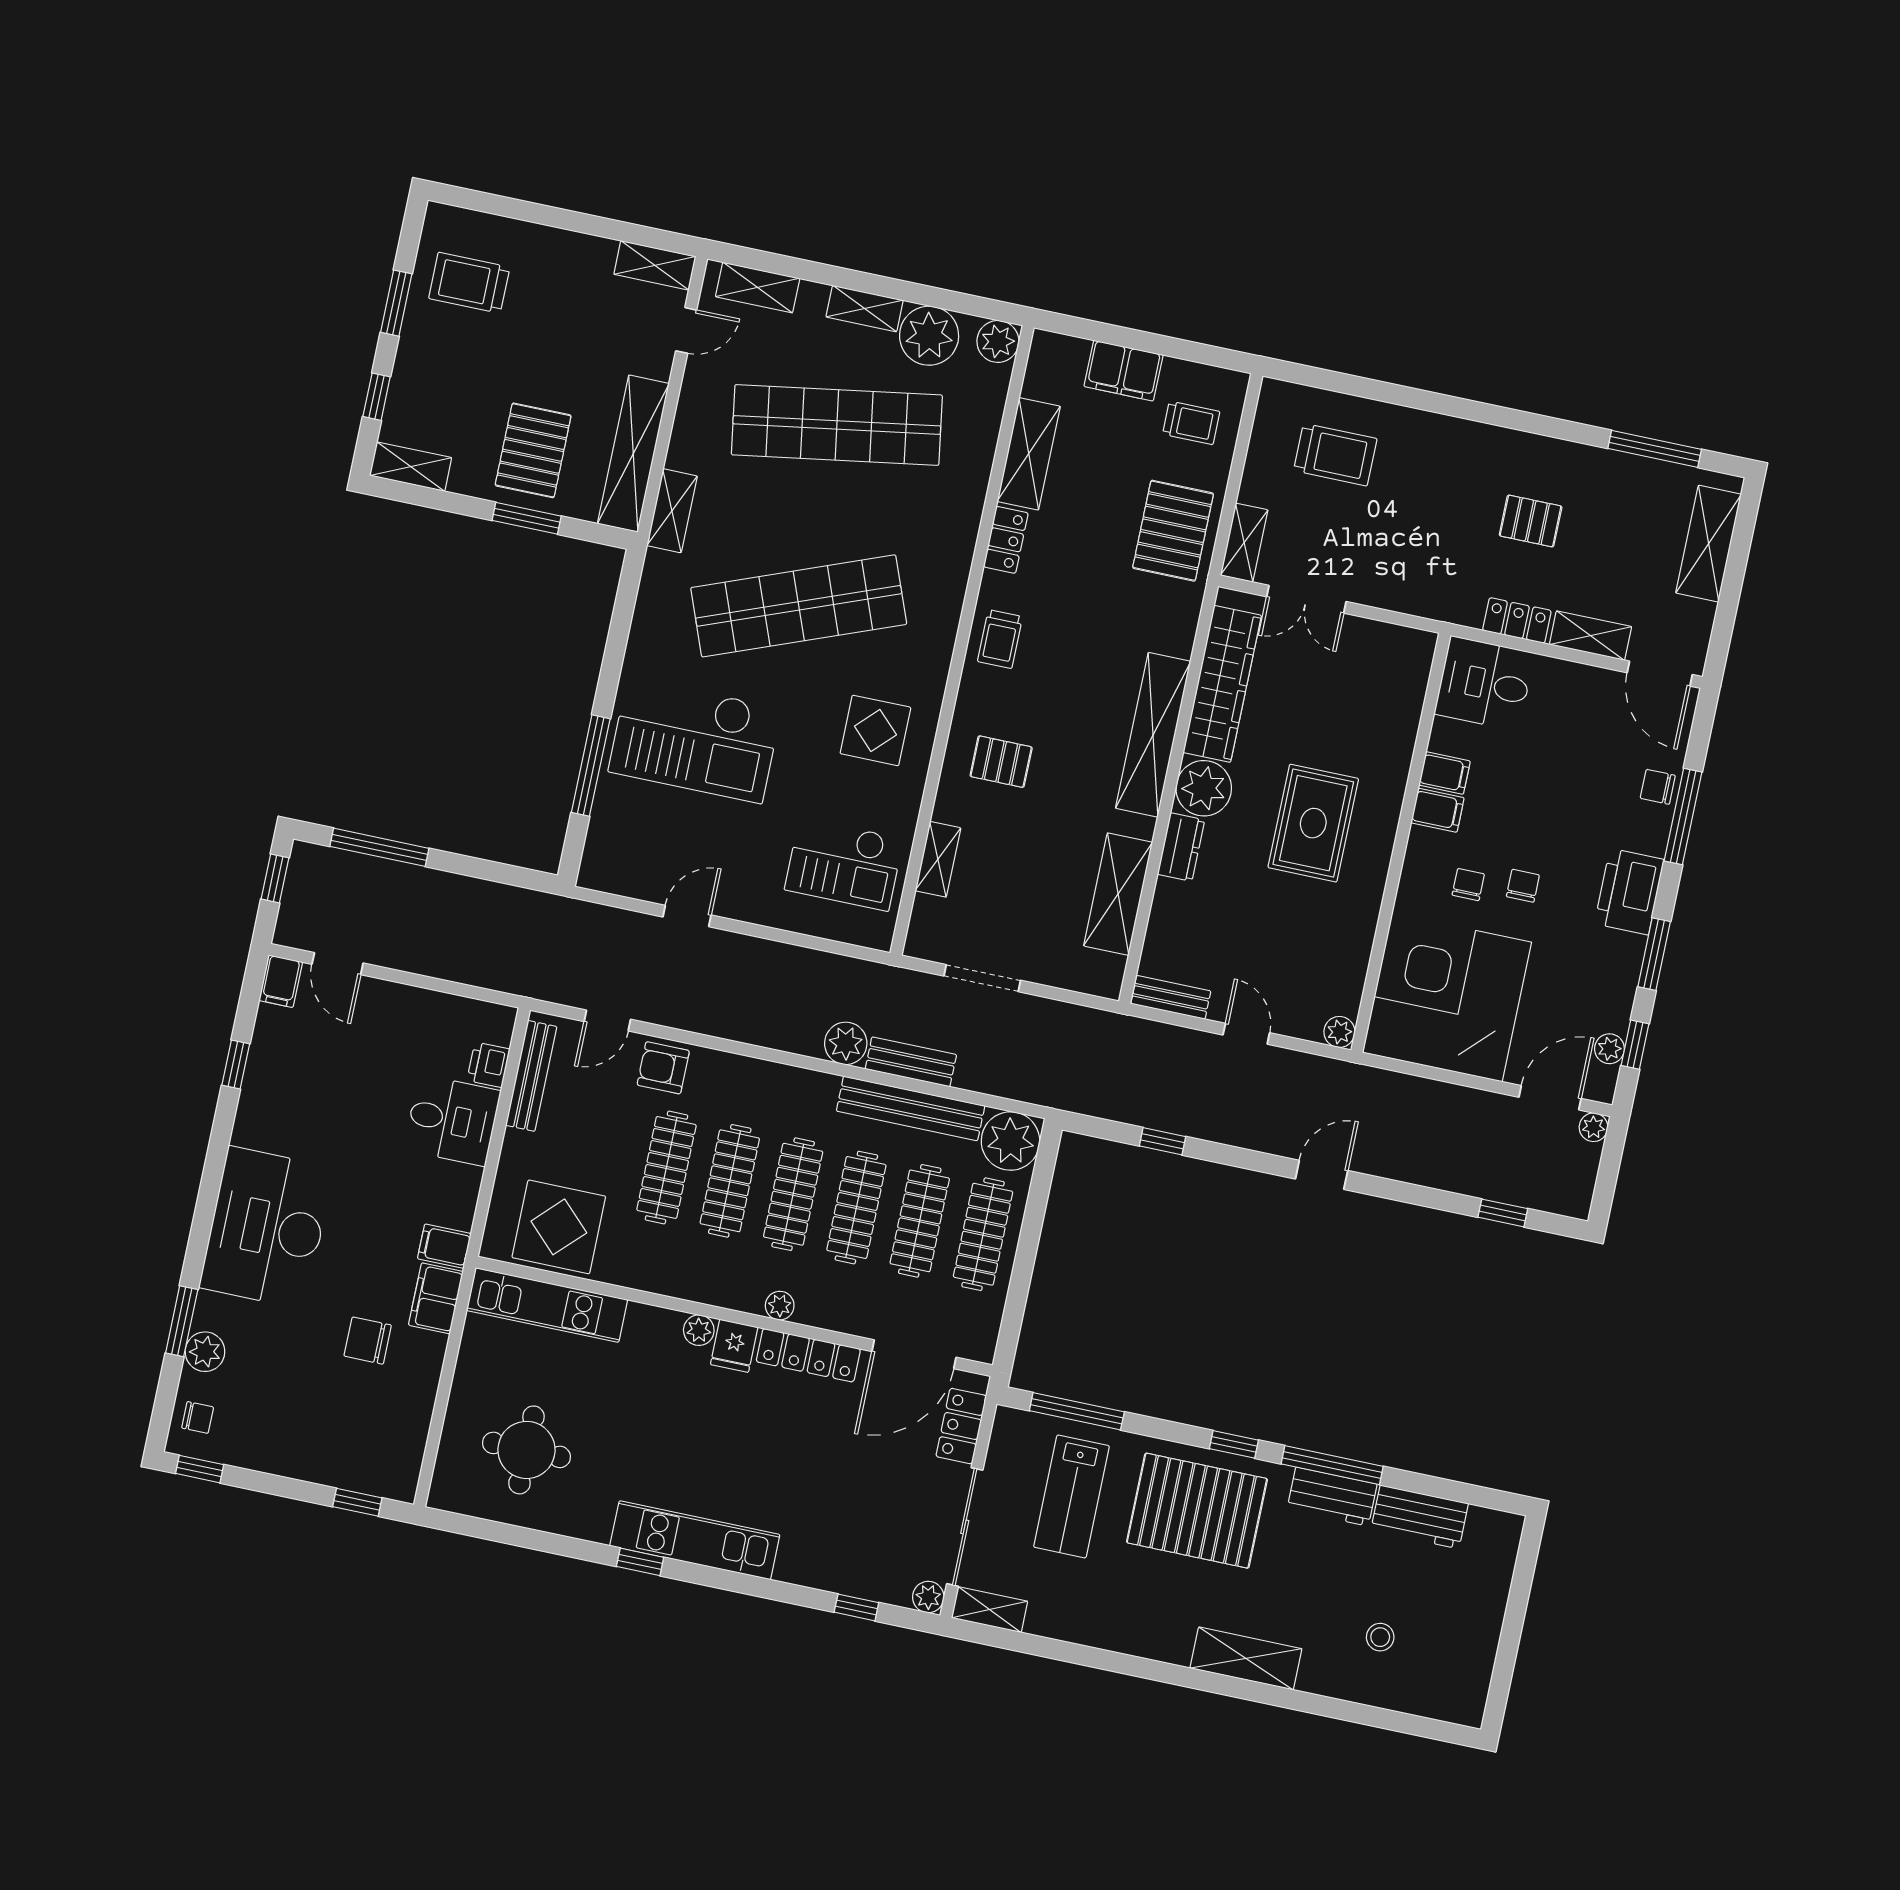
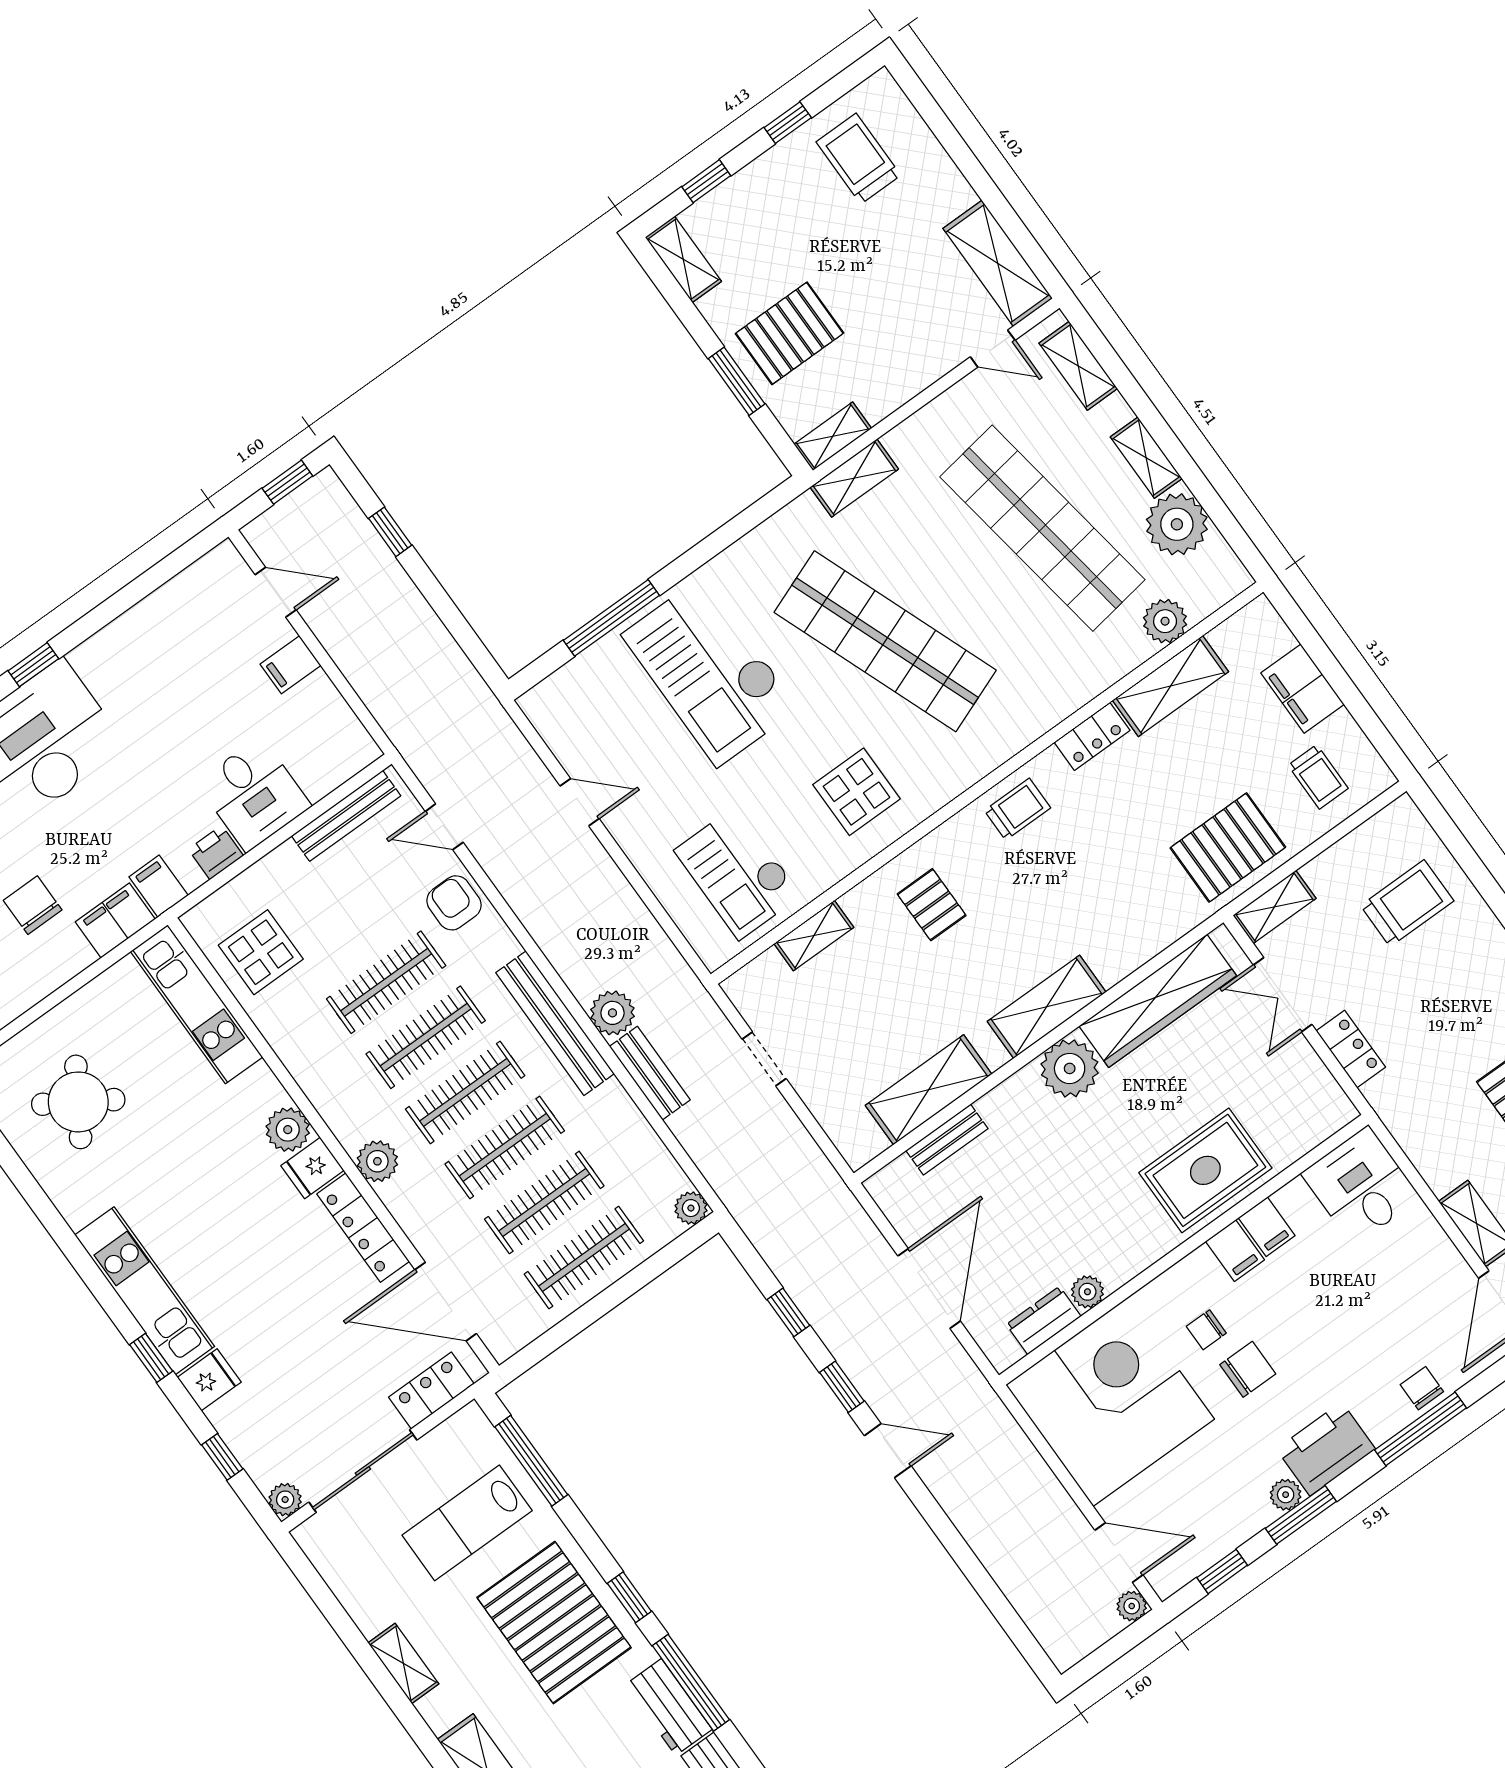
shelving: (655, 265) -> (998, 263), width x1.50, depth x1.33
window: (396, 303) -> (788, 123), width x0.67
plant: (998, 341) -> (1165, 621), moved
shelving: (633, 454) -> (833, 436), width x0.45, depth x0.75
trolley: (1335, 455) -> (1407, 903), turned -90
locker: (1517, 621) -> (1351, 1049), moved
trolley: (1000, 639) -> (1017, 809), turned 180
shelving: (1153, 735) -> (1047, 1007), width x0.68
rug: (1313, 823) -> (1205, 1170), moved
window: (379, 847) -> (390, 532), width x0.46
dresser: (1181, 847) -> (1044, 1320), moved, turned 180
chair: (1468, 885) -> (1206, 1330), turned 180
chair: (1523, 886) -> (1248, 1369), width x1.37, depth x1.37
door: (338, 964) -> (276, 592), swing flipped
doorway: (982, 978) -> (764, 1059), width x0.73
filing cabinet: (281, 981) -> (291, 665), moved
bench: (1171, 997) -> (947, 1140), moved, turned 90
plant: (1339, 1032) -> (1087, 1292), moved
door: (1246, 1034) -> (929, 1288), width x1.87
plant: (1609, 1049) -> (1286, 1495), moved
window: (236, 1065) -> (33, 665), moved
printer: (488, 1065) -> (216, 853), moved
bench: (911, 1108) -> (555, 1023), moved
plant: (1010, 1141) -> (691, 1208), width x0.53, depth x0.53
window: (1503, 1213) -> (842, 1387), moved
display table: (559, 1227) -> (261, 952), width x0.73, depth x0.73
plant: (780, 1306) -> (377, 1161), width x1.38, depth x1.38
plant: (699, 1330) -> (288, 1130), width x1.38, depth x1.38
round table: (526, 1450) -> (78, 1102), turned 32
fridge: (798, 1561) -> (209, 1380), added
window: (640, 1562) -> (151, 1358), moved
shelving: (990, 1610) -> (403, 1663), moved

